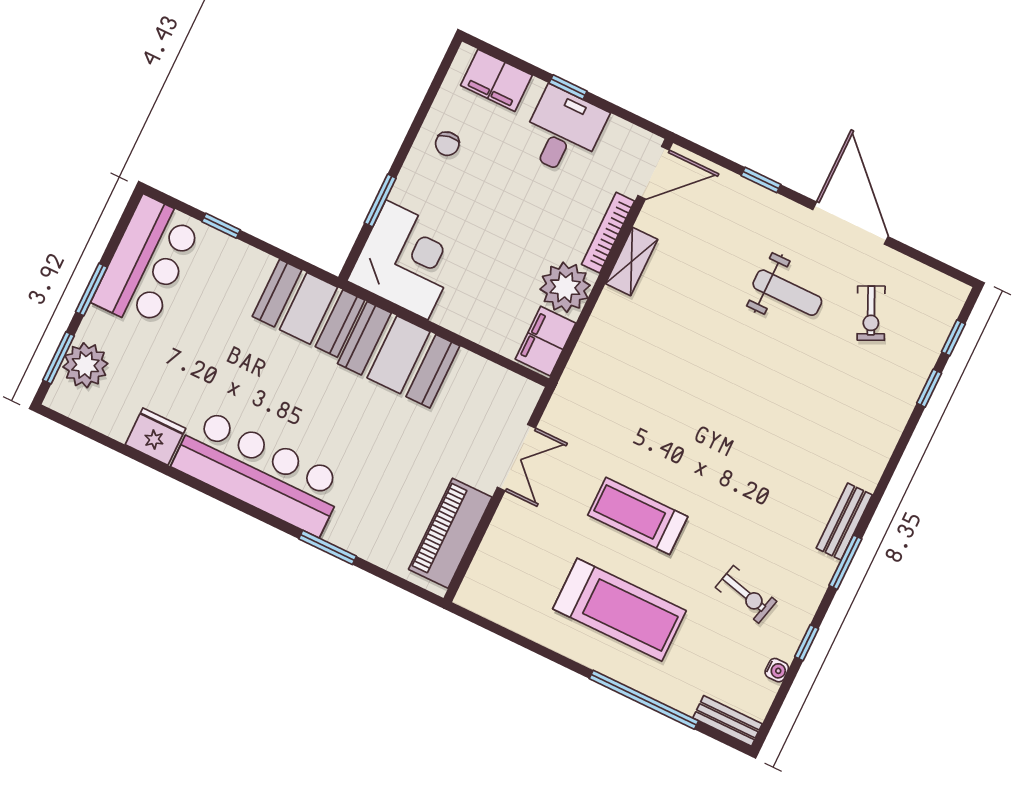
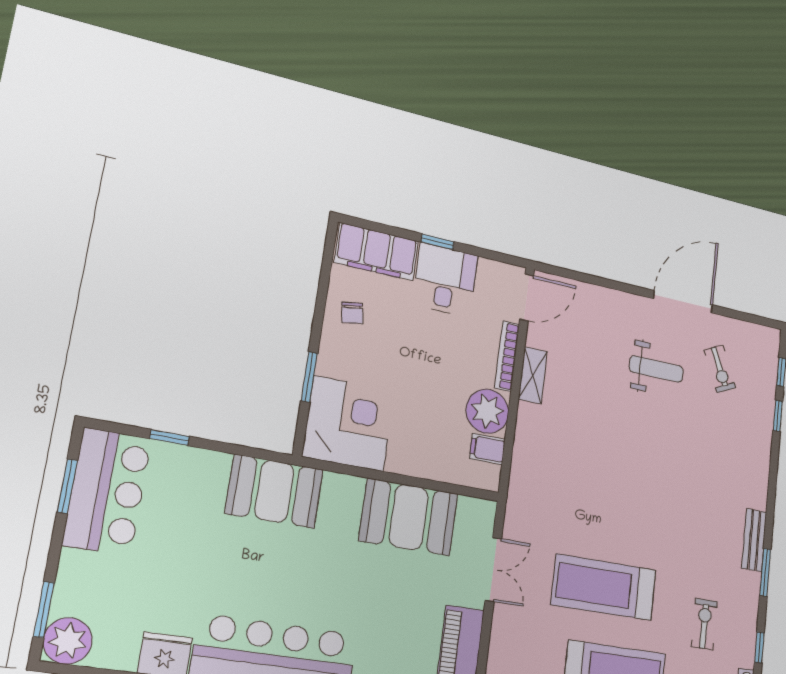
filing cabinet: (496, 80) -> (377, 252), width x1.50, depth x1.17
window: (761, 180) -> (609, 284), removed
door: (850, 223) -> (683, 302), hinge flipped
window: (91, 289) -> (67, 486), moved
filing cabinet: (545, 341) -> (487, 449), width x0.50
booth: (399, 355) -> (409, 517), moved
plant: (85, 365) -> (68, 641), moved
treadmill: (638, 516) -> (604, 587), width x1.37, depth x1.38
exercise bike: (746, 594) -> (704, 624), turned -104

